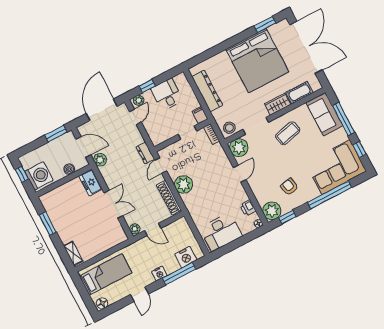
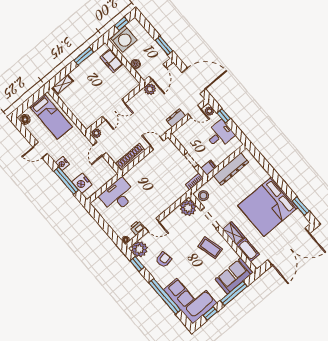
dresser: (145, 153) -> (176, 118), moved
door: (240, 174) -> (152, 225), moved
freezer: (91, 182) -> (112, 61), moved, turned -90
plant: (183, 184) -> (145, 167), removed
desk: (221, 232) -> (118, 196), moved, turned 90

